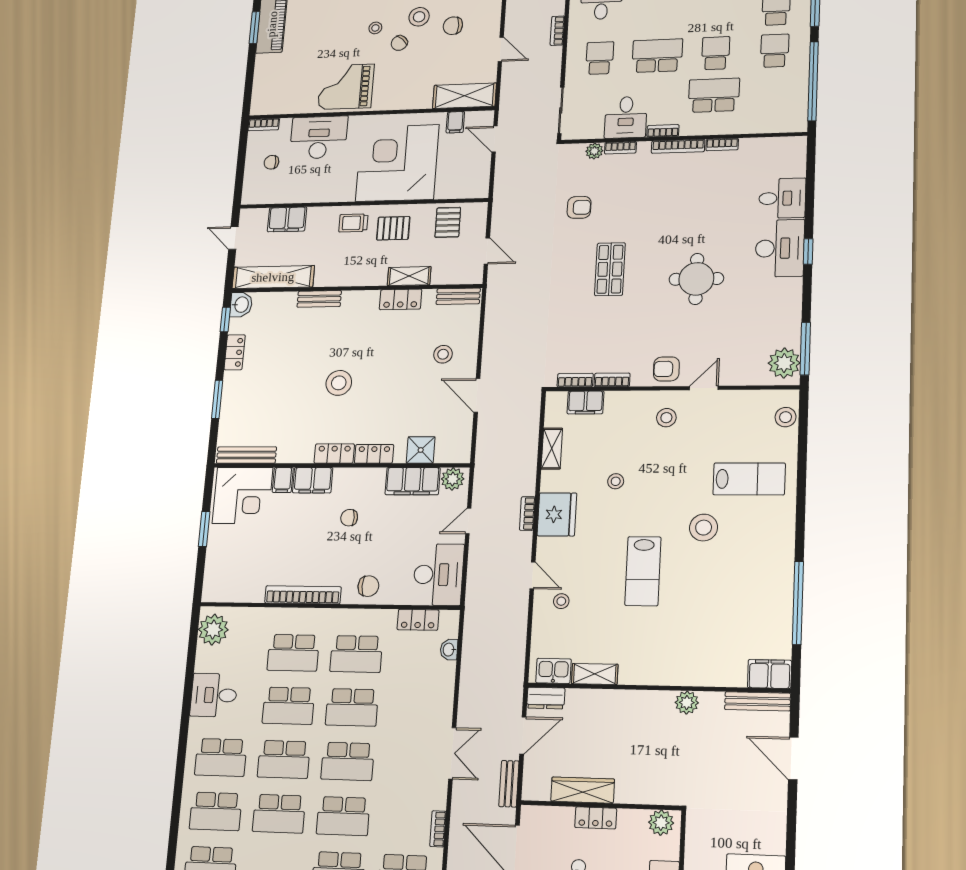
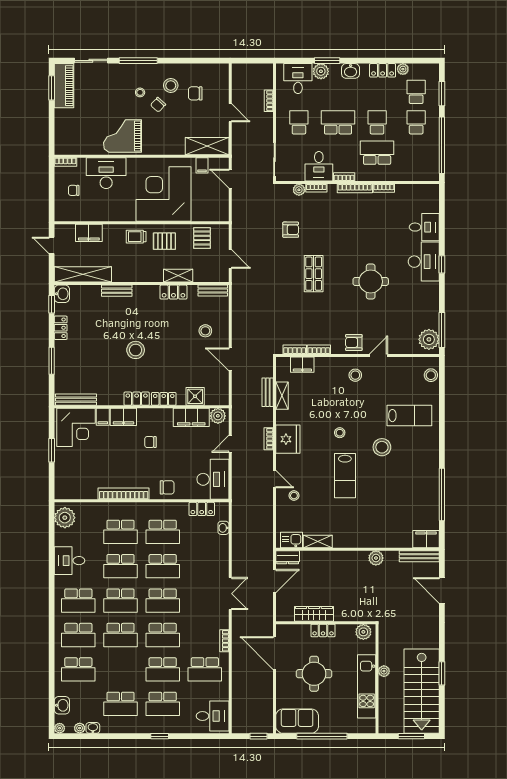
stool: (616, 481) -> (340, 433), moved
bench: (509, 784) -> (268, 392), moved

